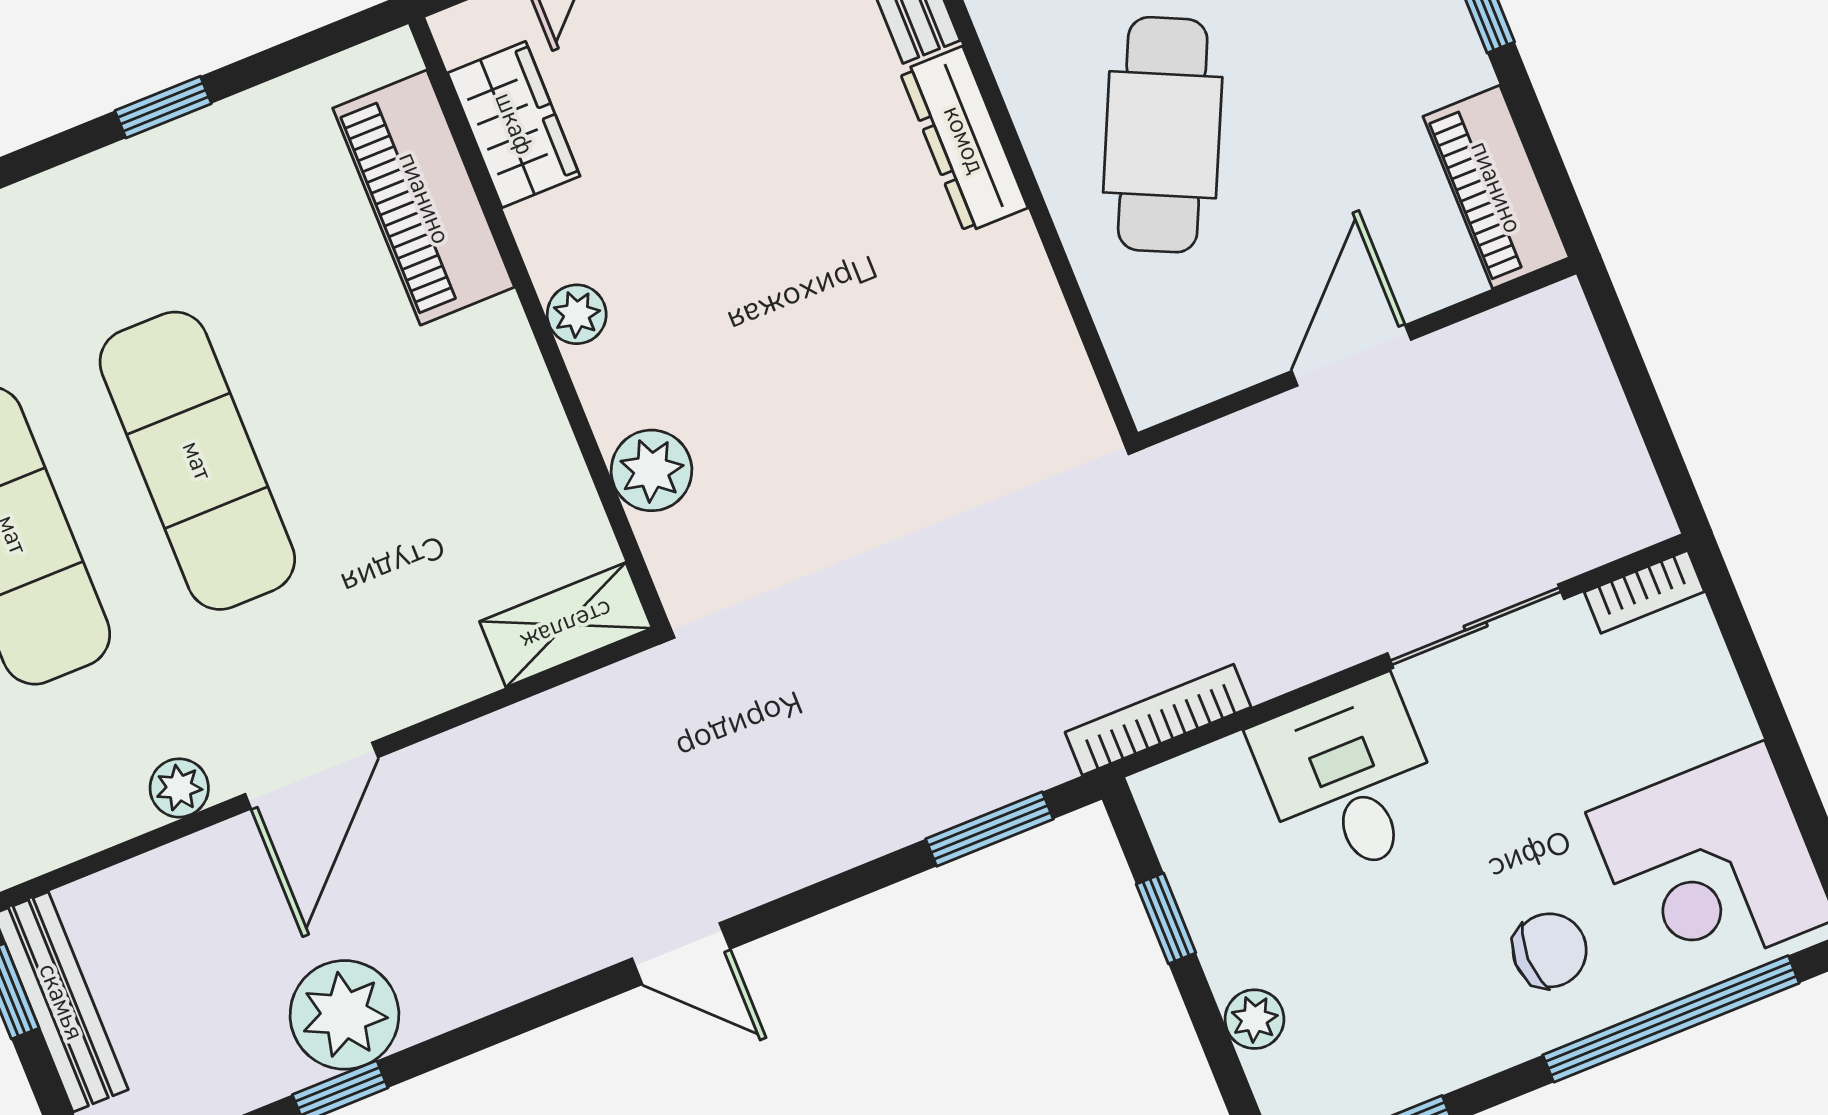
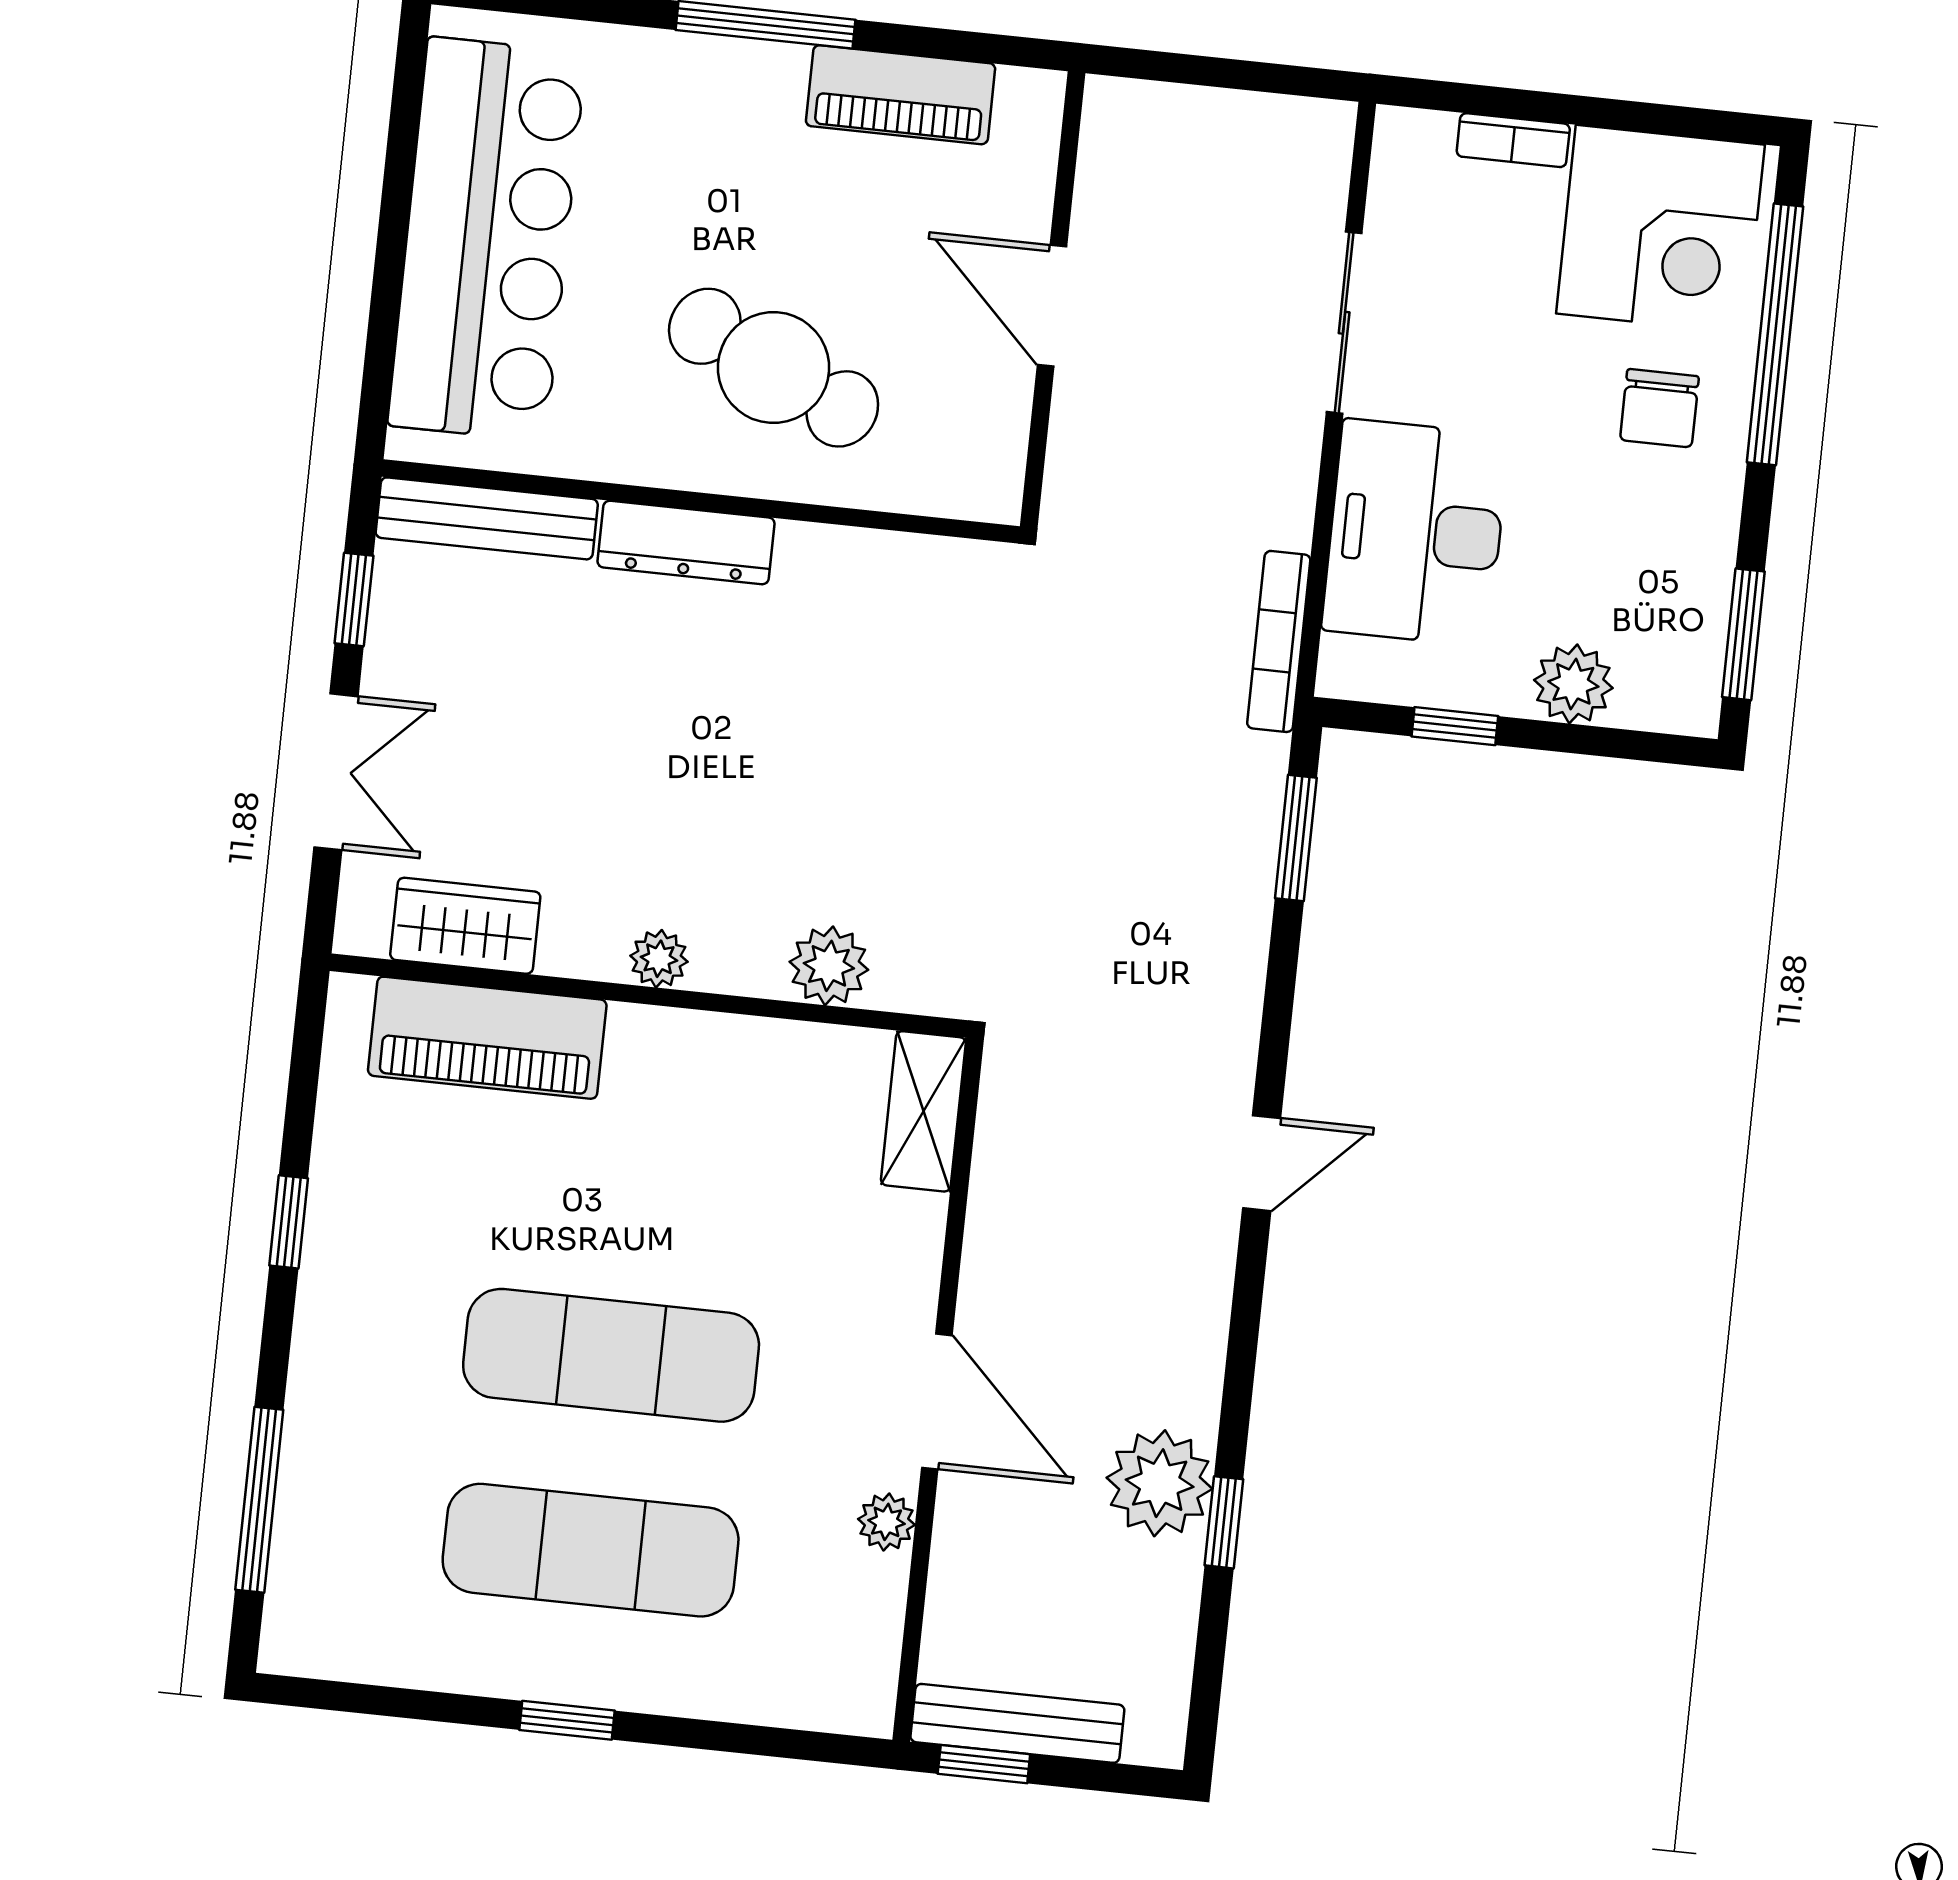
piano: (1496, 187) -> (901, 95), moved
bookcase: (1644, 592) -> (1513, 140), moved, turned 90
desk: (1349, 779) -> (1415, 533), width x1.37
chair: (1550, 950) -> (1659, 408), turned 180
plant: (1254, 1019) -> (1573, 684), width x1.38, depth x1.38

